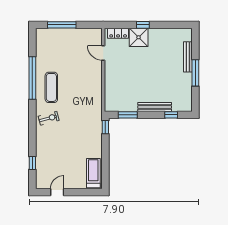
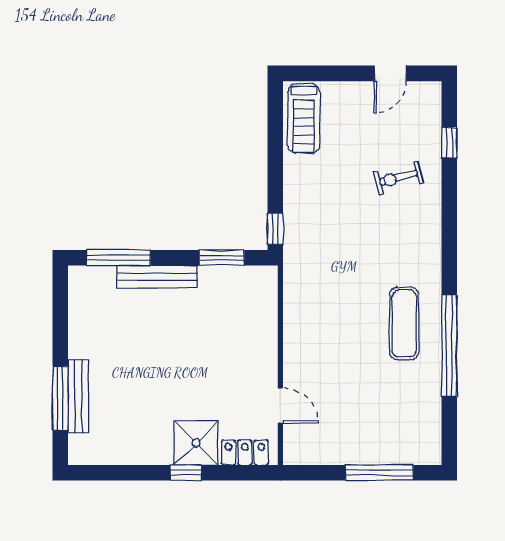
window: (195, 73) -> (60, 398), moved
window: (171, 115) -> (118, 258), width x2.17
exercise bike: (49, 118) -> (398, 178), moved

